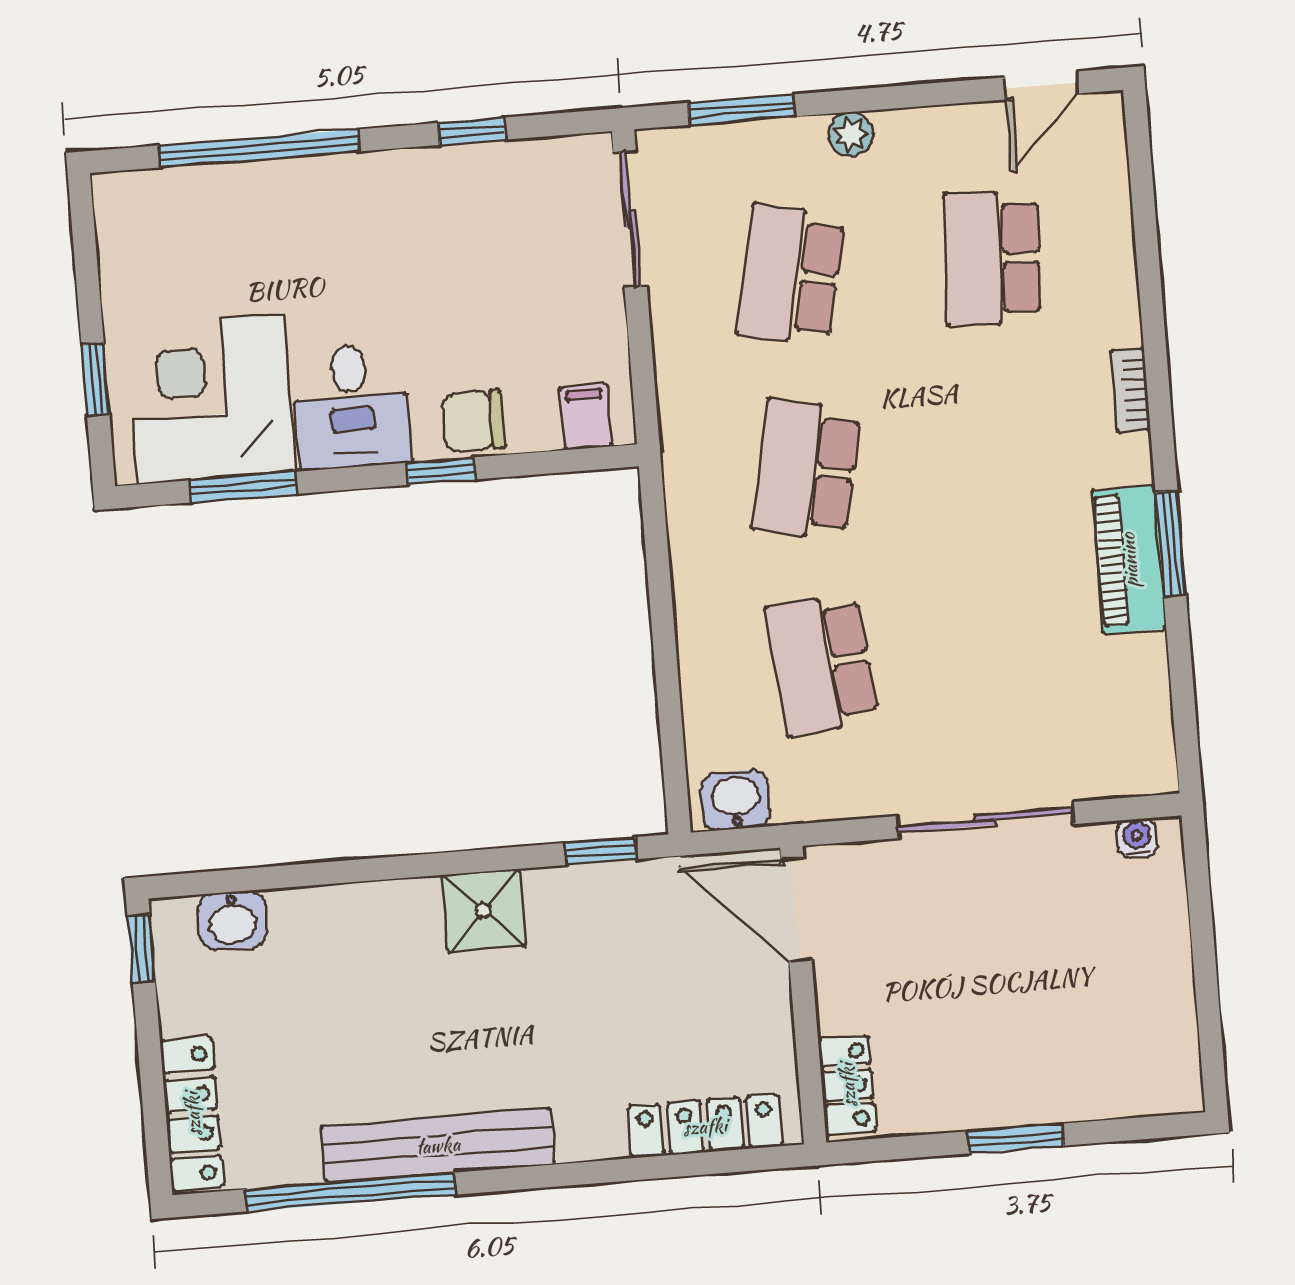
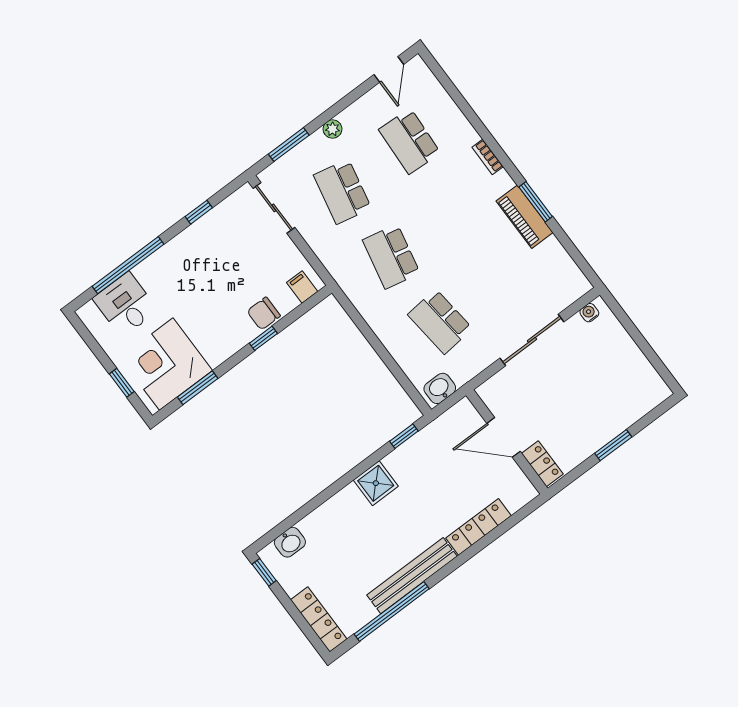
desk: (351, 406) -> (125, 304), moved, turned 180
door: (796, 909) -> (504, 437), moved
locker: (705, 1126) -> (479, 527), moved

